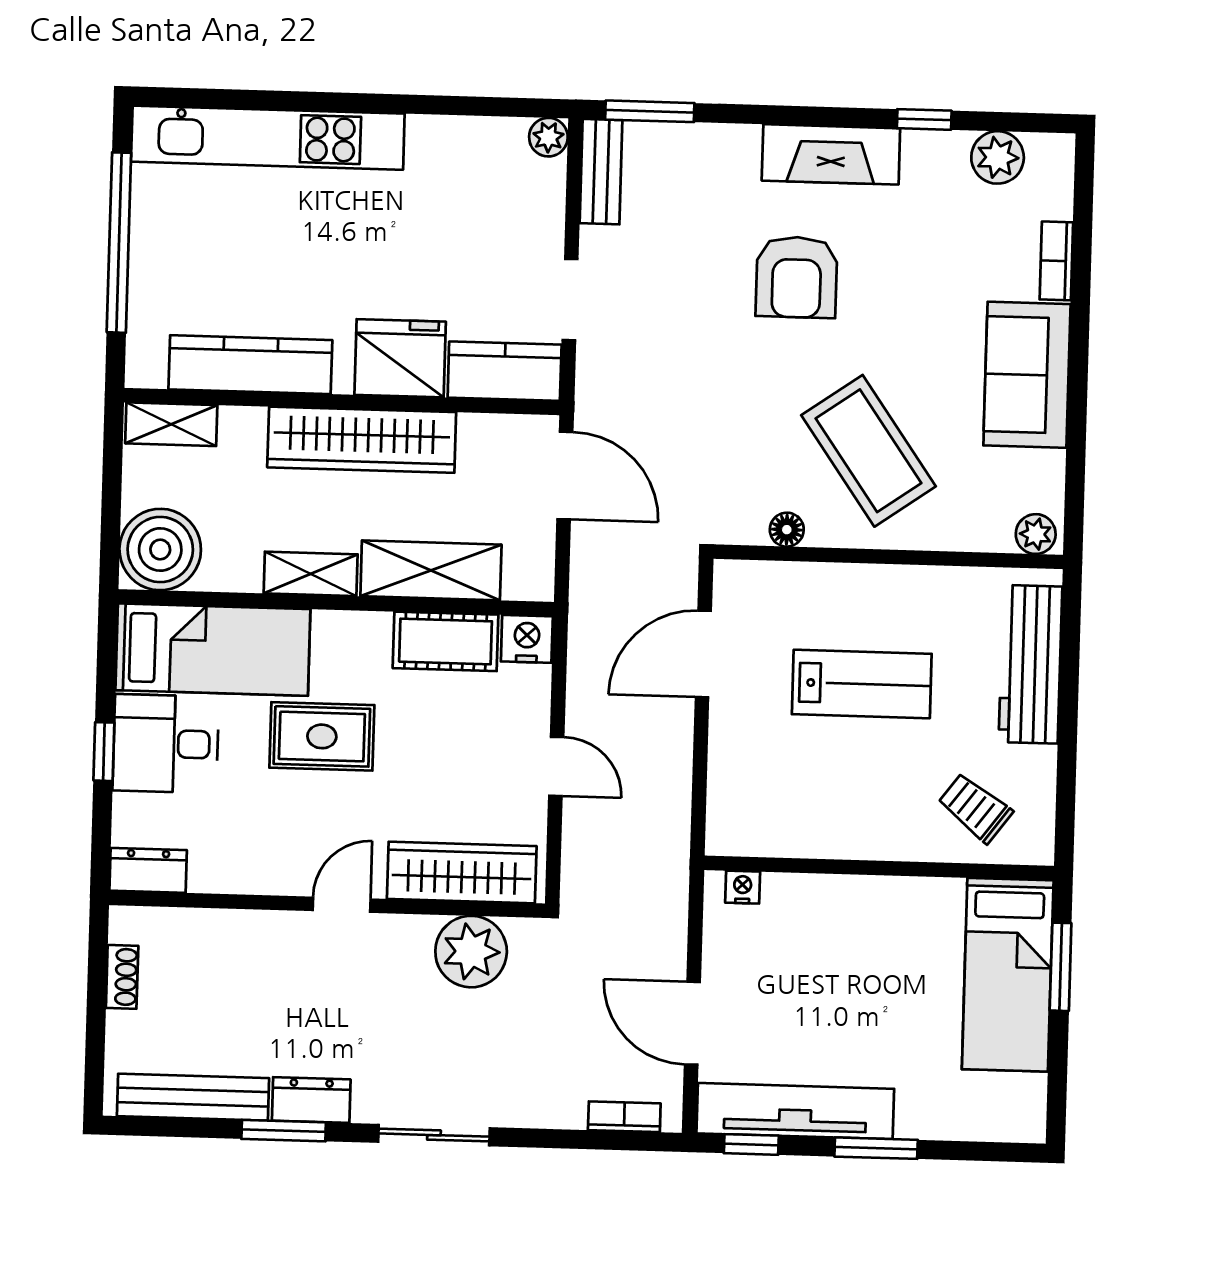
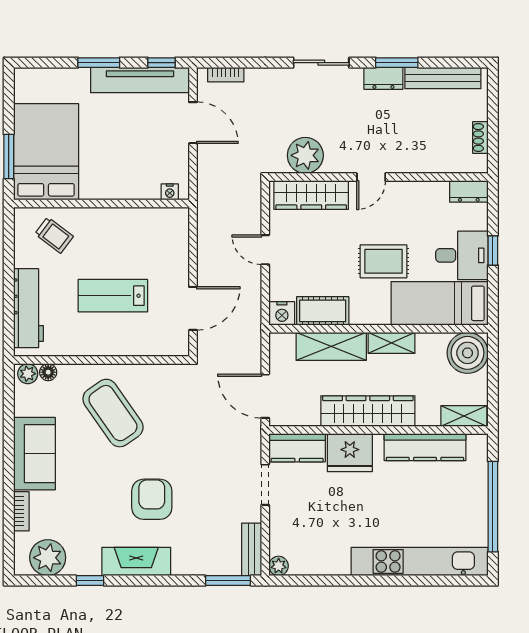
plant: (998, 157) -> (48, 558), width x1.36, depth x1.36
floor lamp: (787, 530) -> (48, 372), moved
bed: (1008, 975) -> (46, 152), width x1.50

